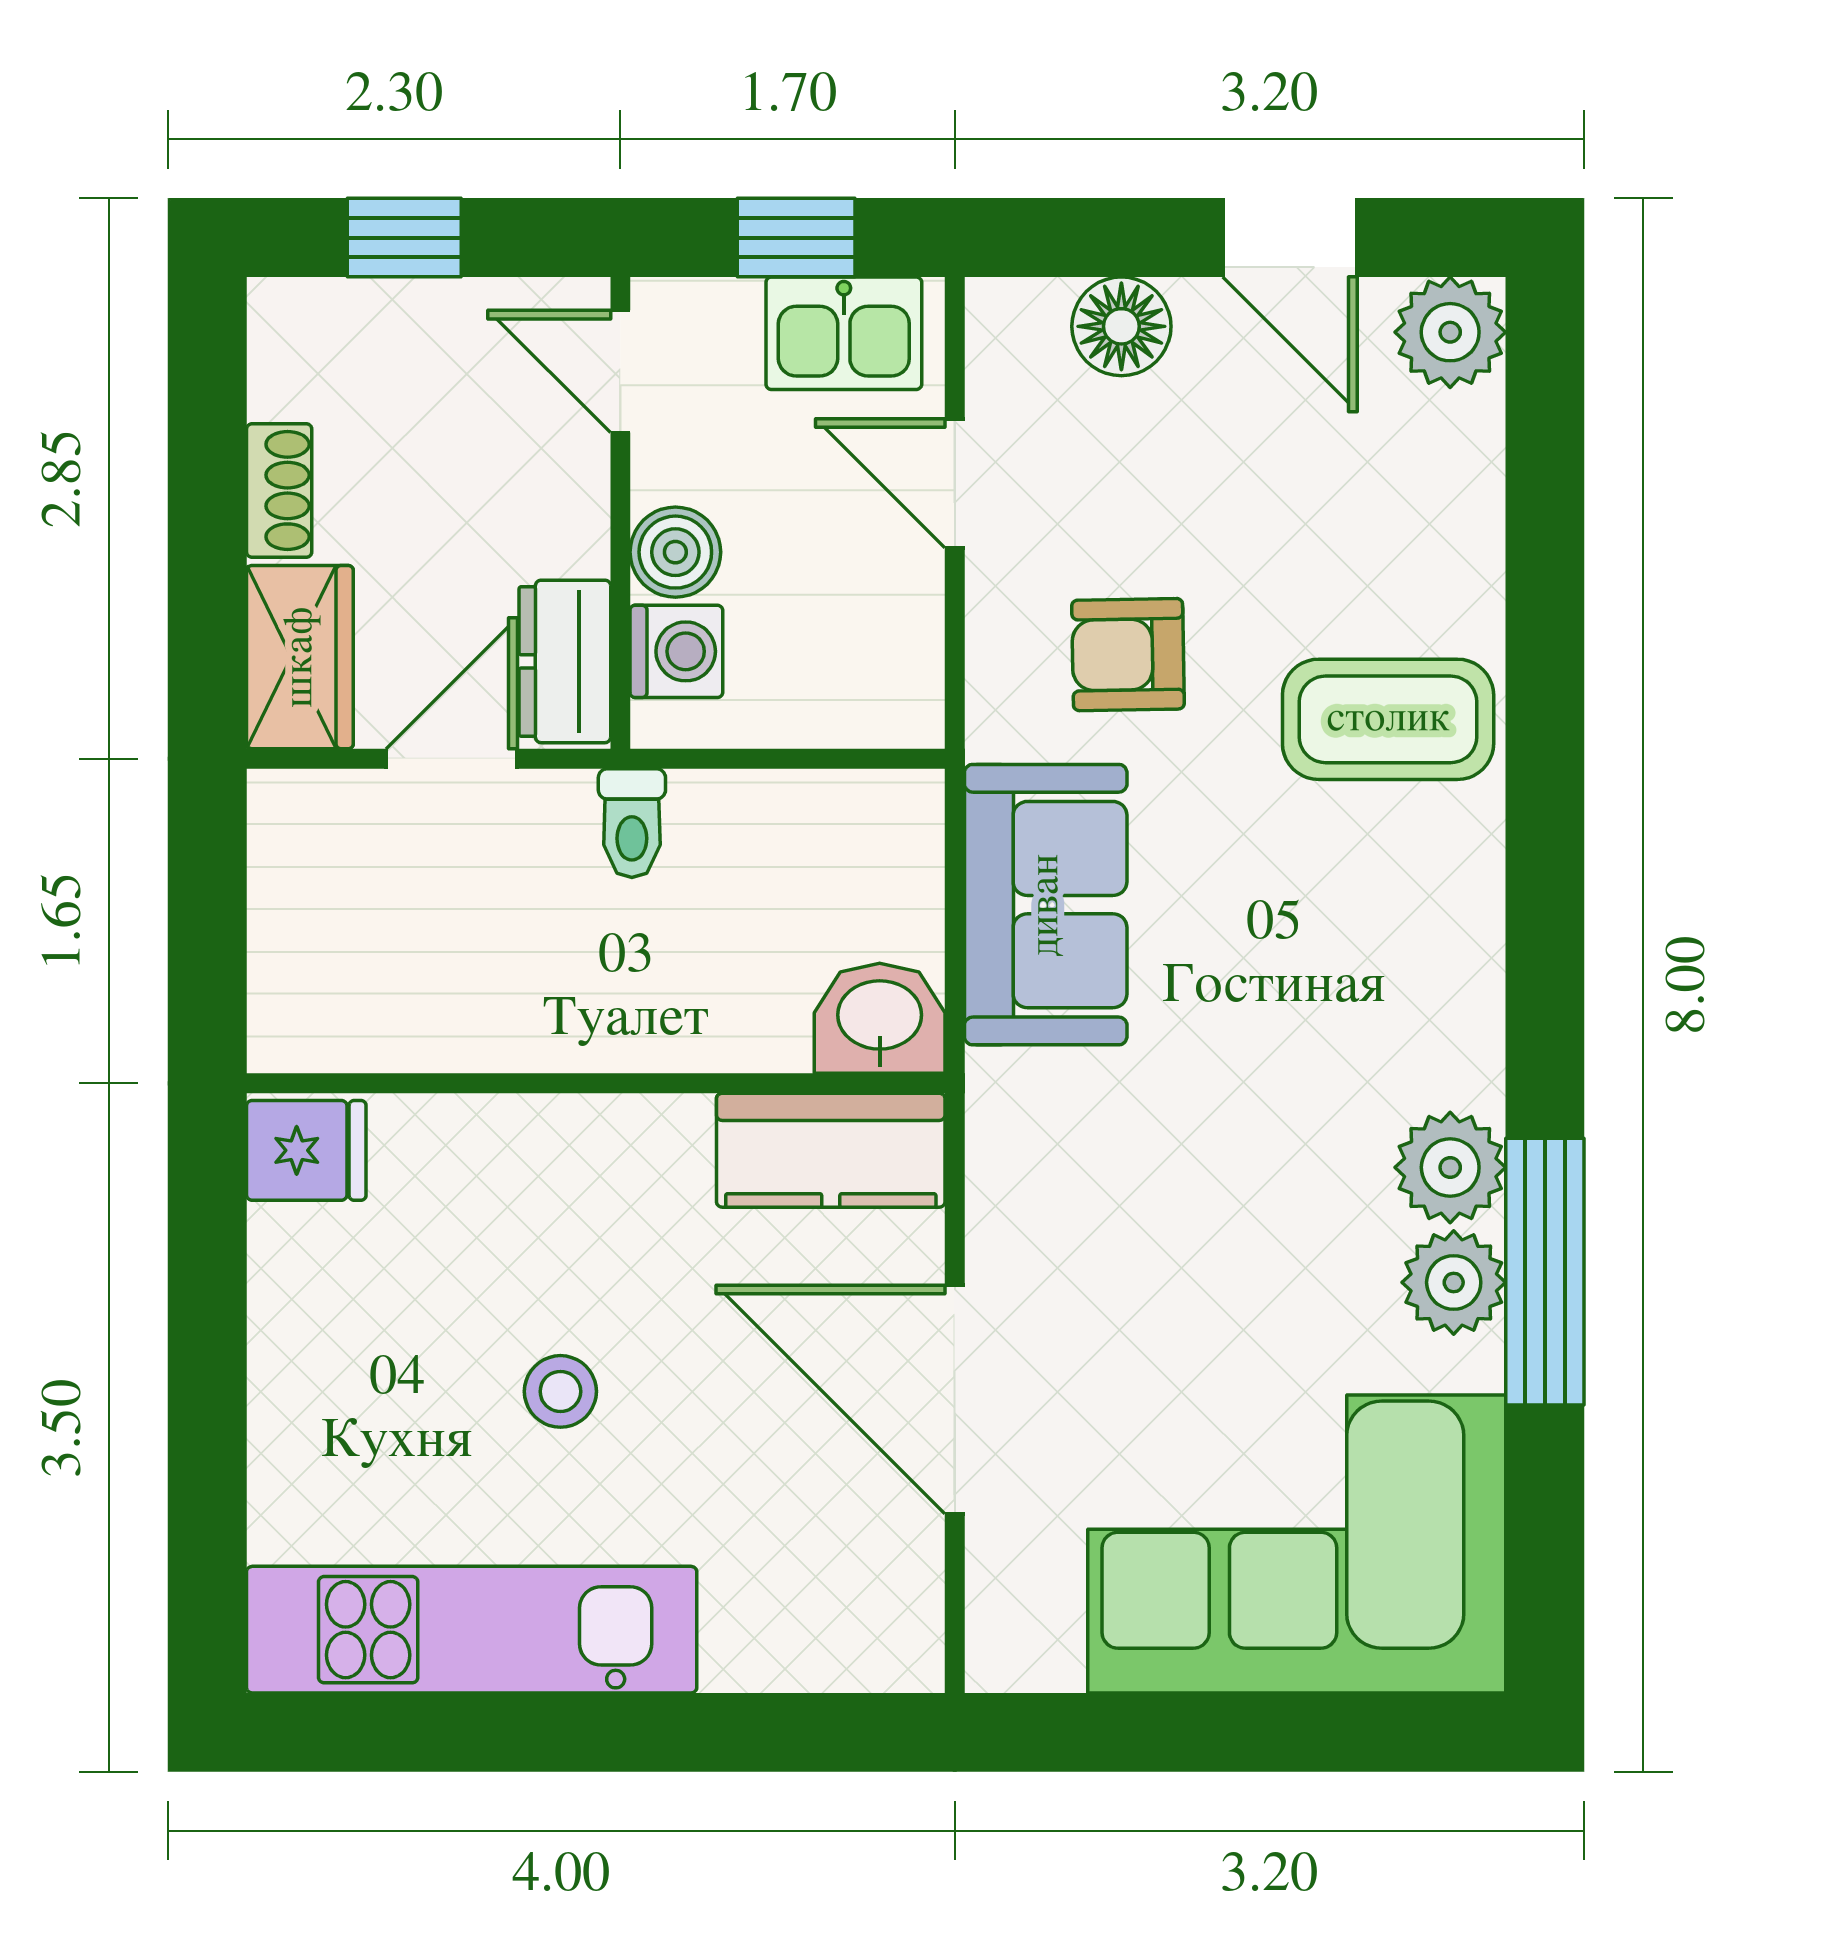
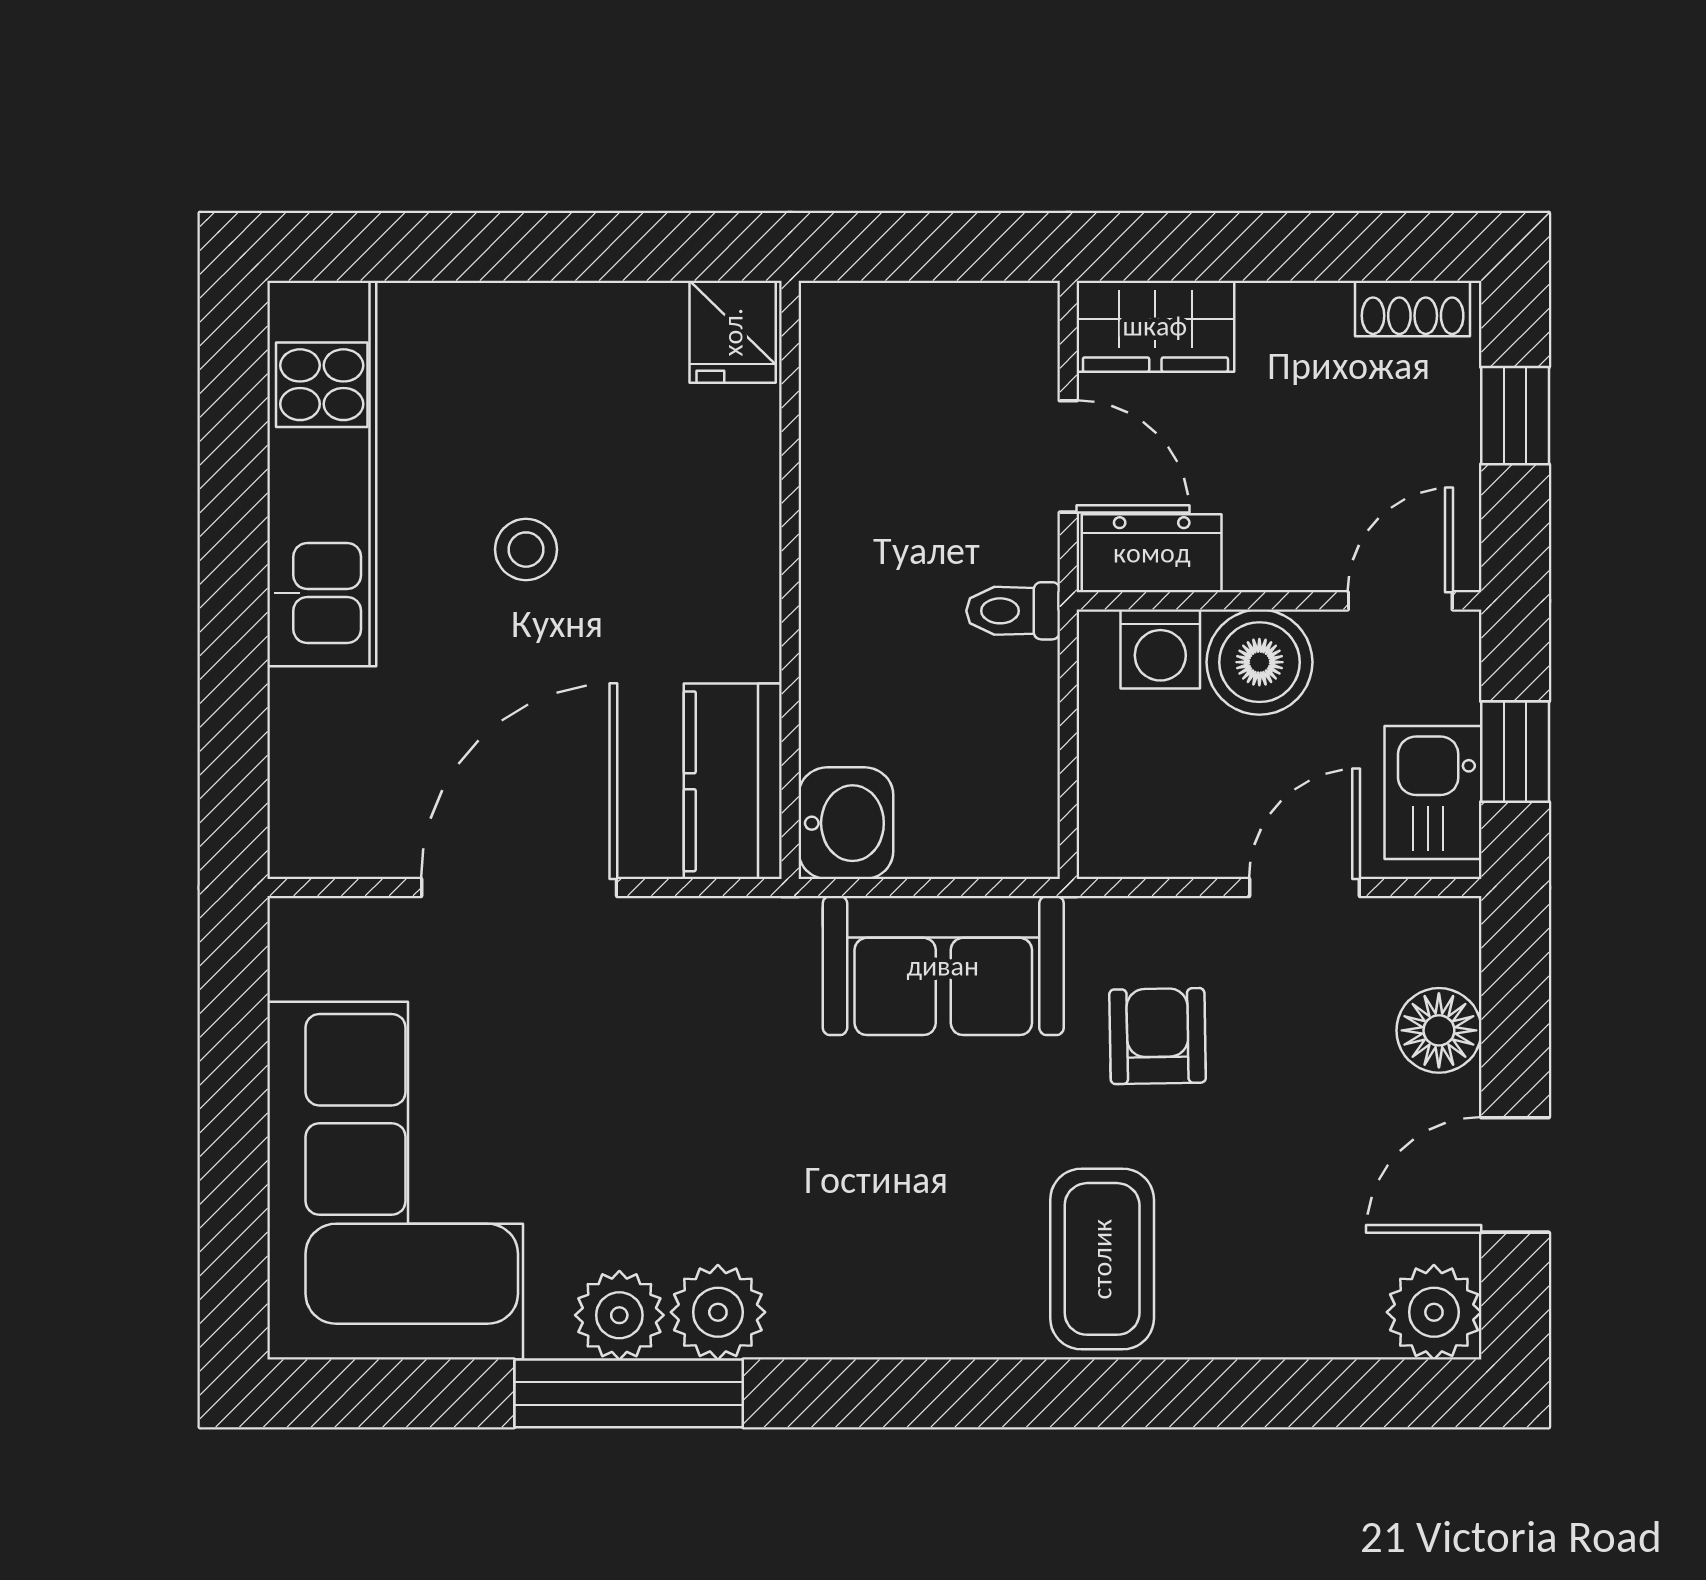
shoe rack: (279, 491) -> (1413, 308), moved
boiler: (675, 552) -> (1259, 662), width x1.36, depth x1.36

